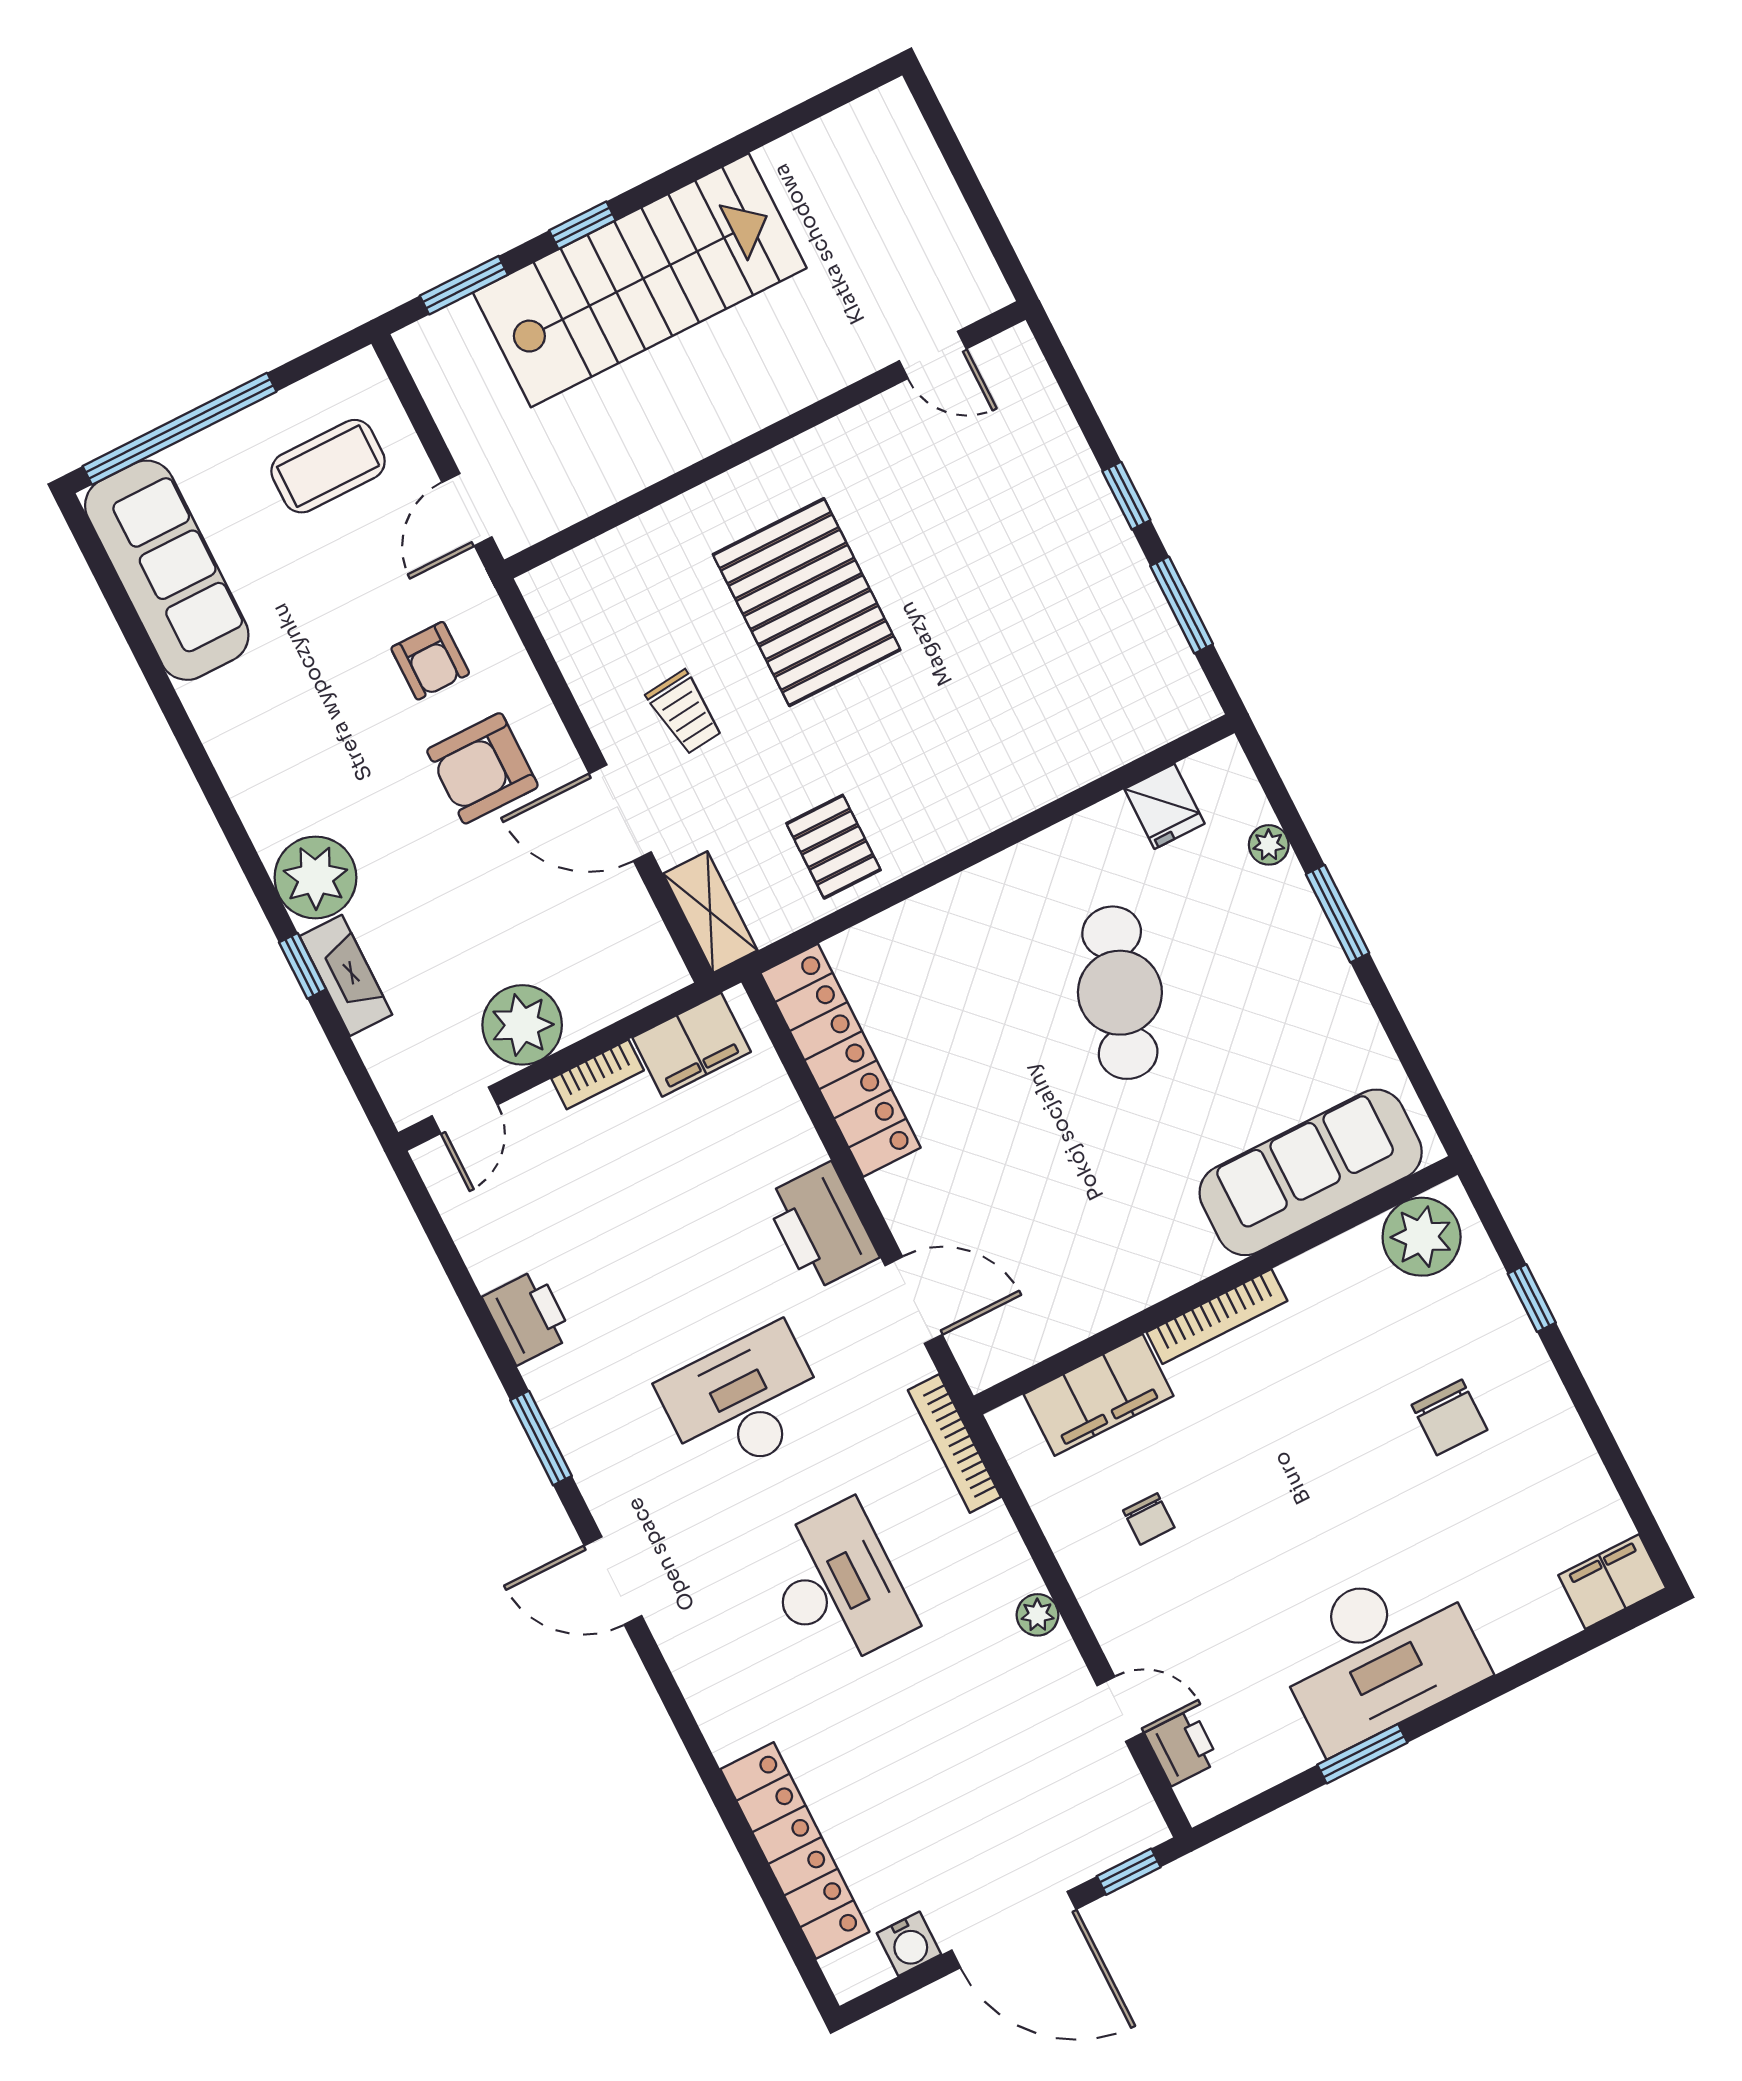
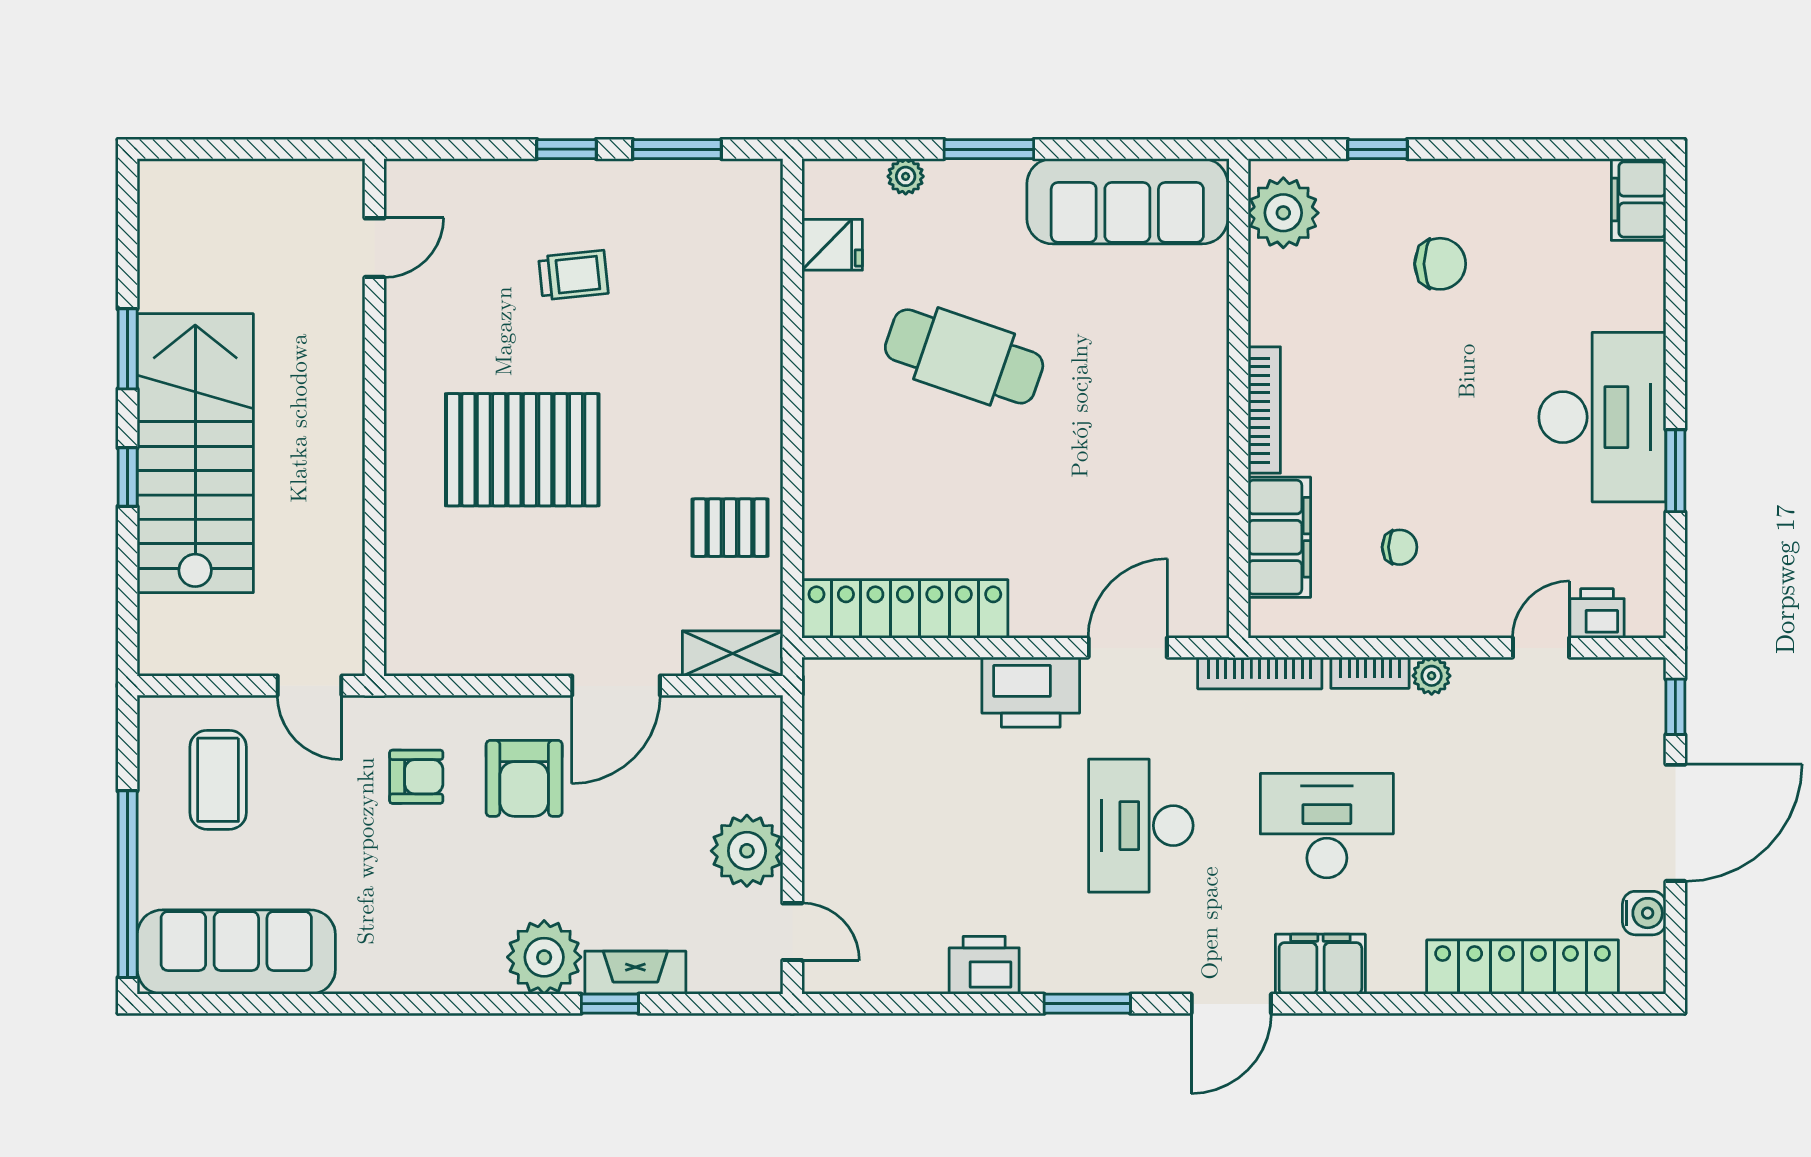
window: (464, 285) -> (128, 349), moved
trolley: (685, 712) -> (573, 275), moved
filing cabinet: (692, 1045) -> (1320, 964), moved, turned -90
bookcase: (598, 1074) -> (1370, 673), moved, turned 90
sofa: (1311, 1172) -> (1127, 201), moved, turned -90

